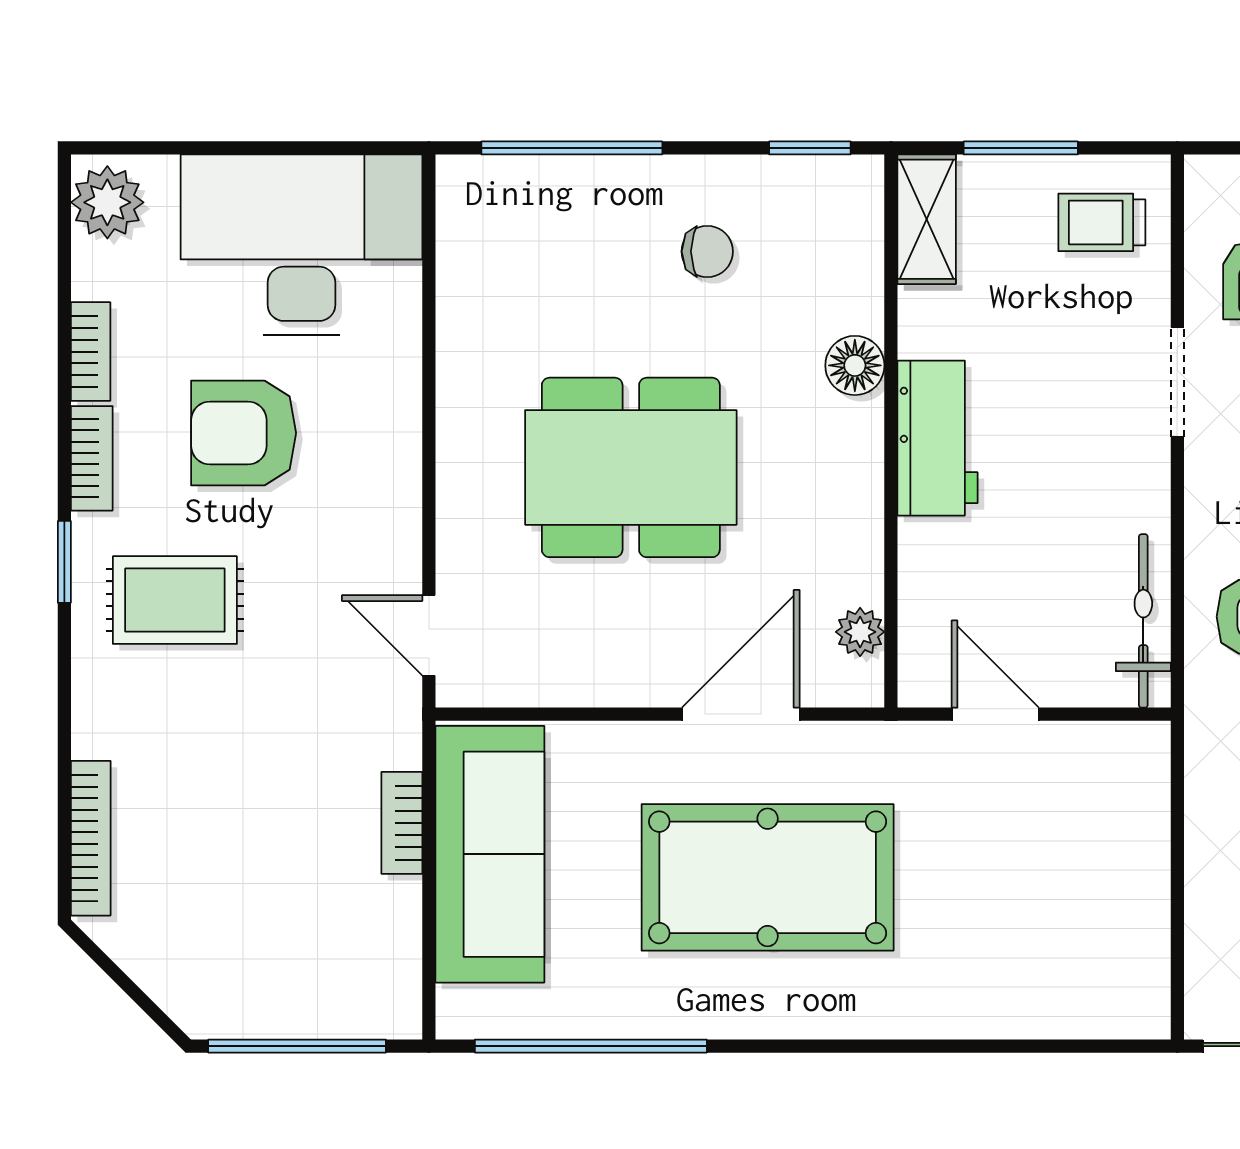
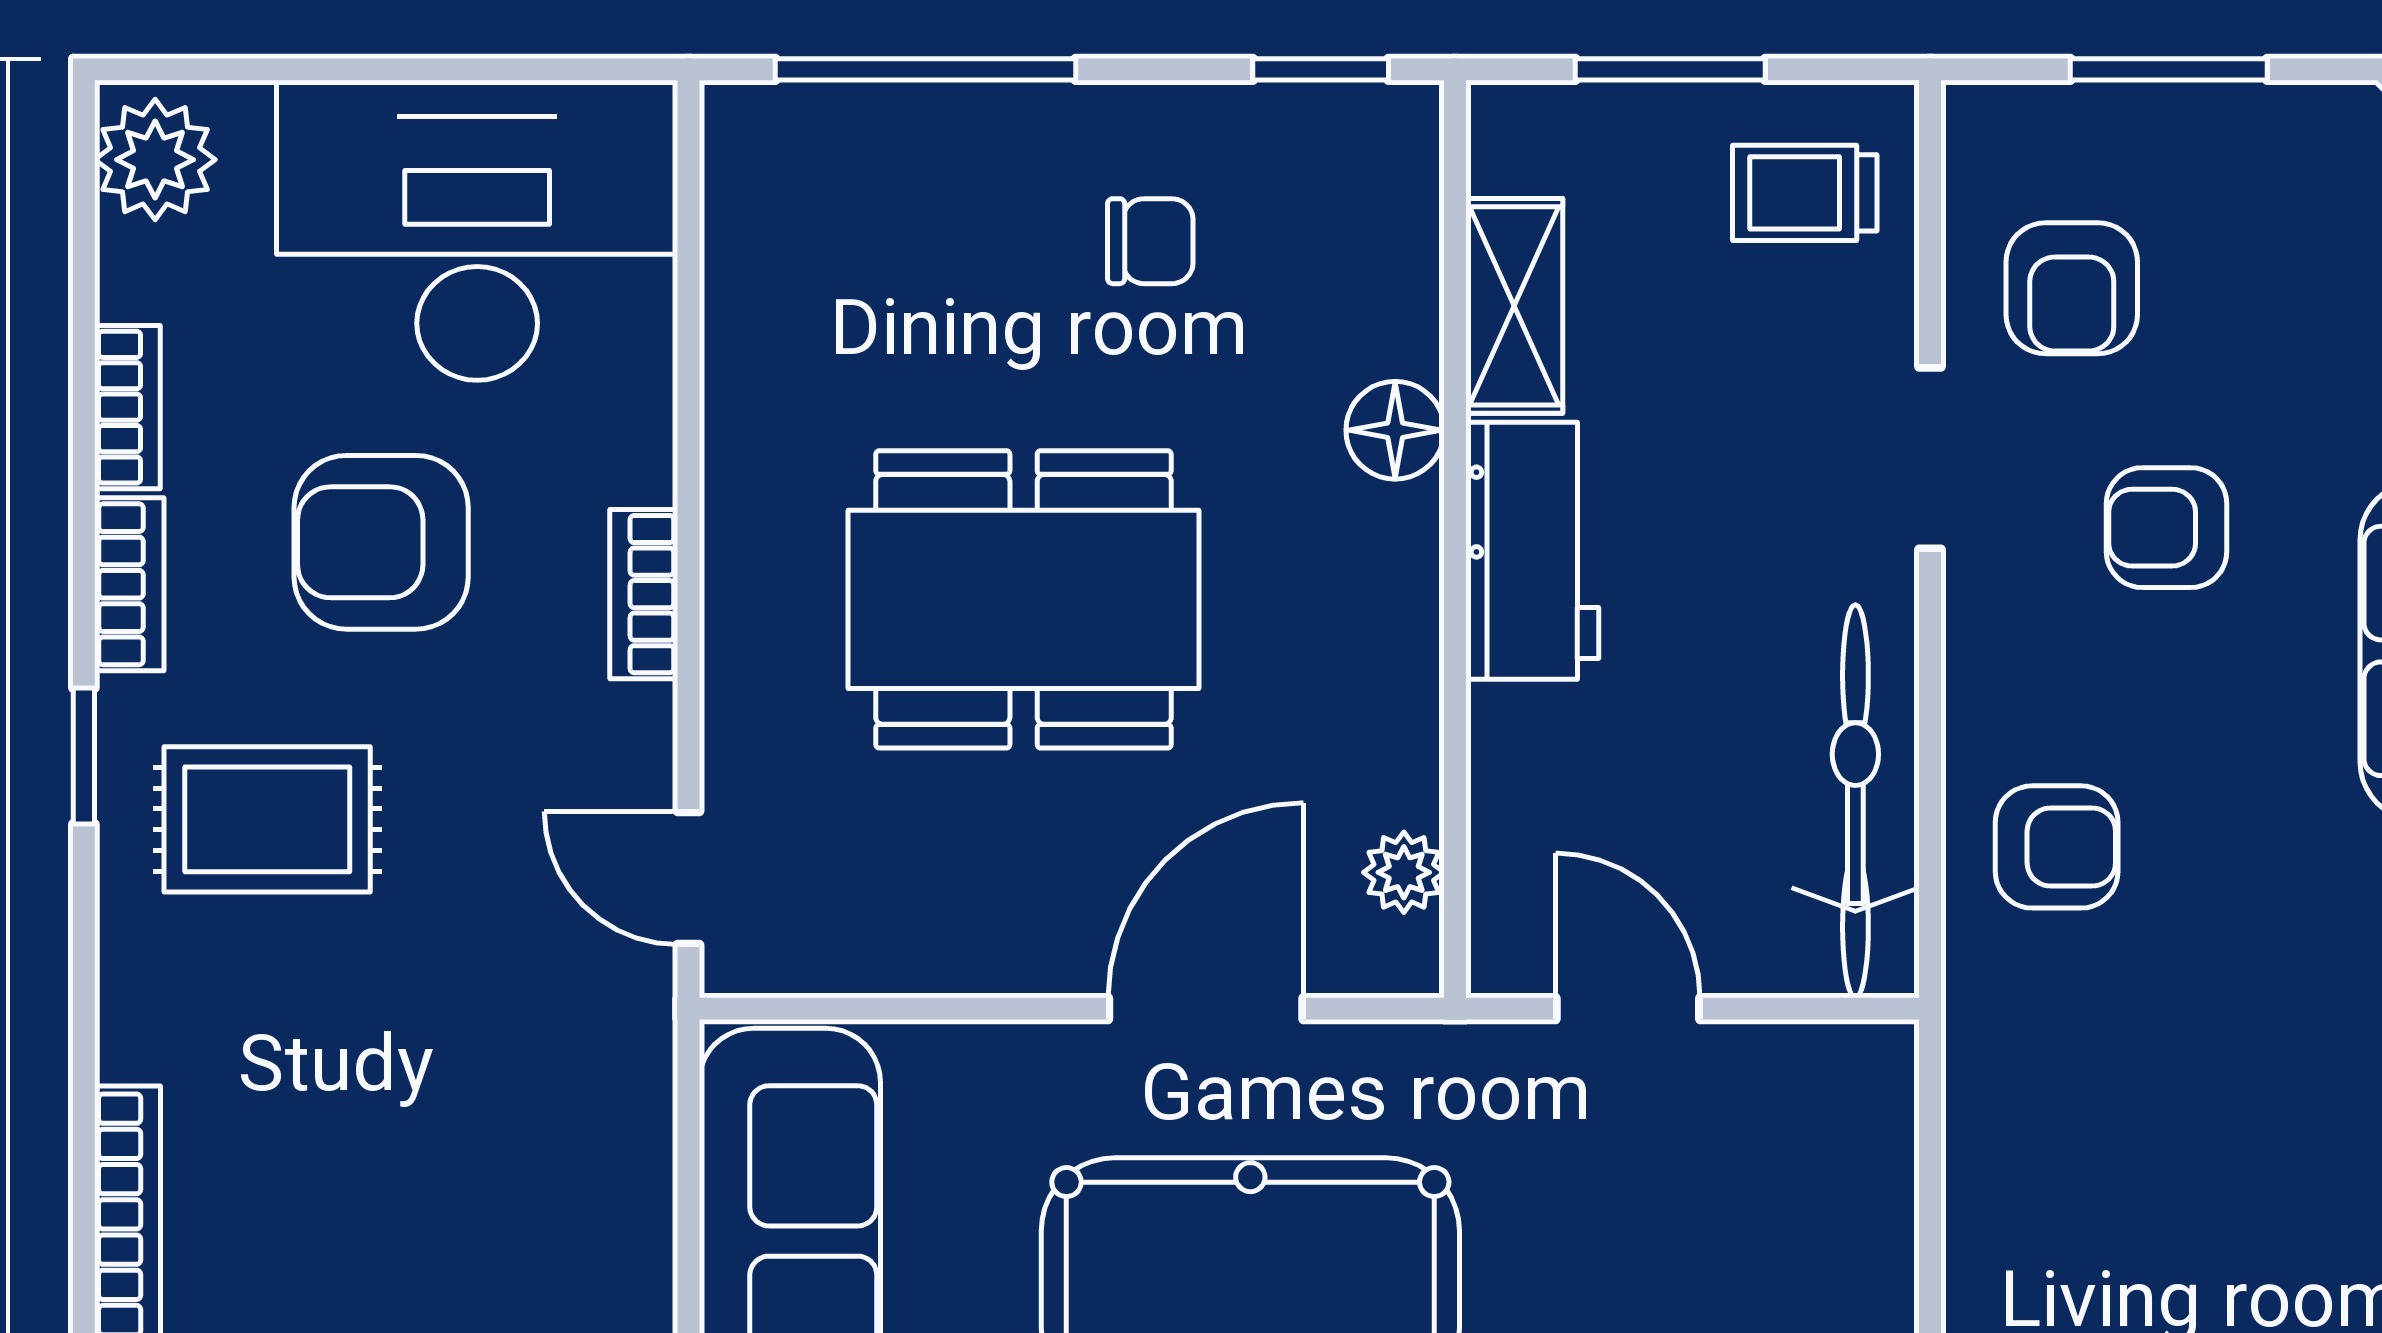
shelving: (927, 219) -> (1514, 306), moved
bicycle: (1143, 621) -> (1855, 801), width x1.37, depth x1.40
bookcase: (402, 823) -> (644, 594), moved

